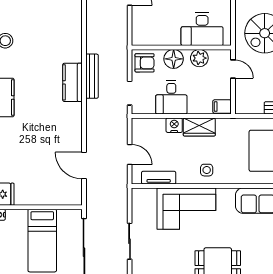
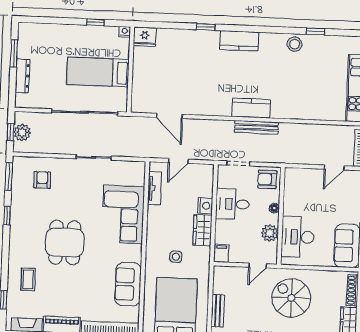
floor lamp: (174, 59) -> (274, 208), width x0.53, depth x0.53
armchair: (145, 63) -> (267, 179), turned 90
door: (84, 166) -> (169, 116), swing flipped
side table: (207, 170) -> (176, 257), moved

